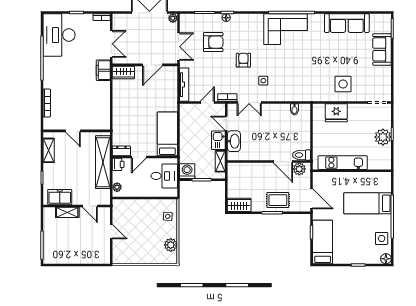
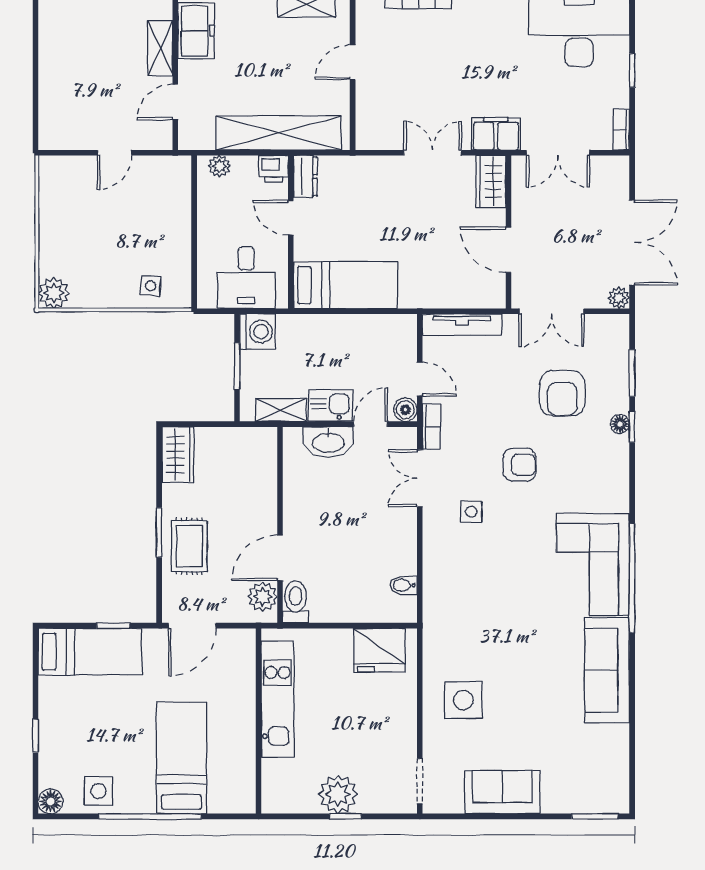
sofa: (347, 23) -> (607, 670), moved
sofa: (382, 49) -> (502, 792), moved
double door: (111, 97) -> (433, 153), added
boiler: (220, 109) -> (405, 410), added
fridge: (336, 113) -> (379, 650), moved, turned -90
plant: (171, 245) -> (54, 293), moved

